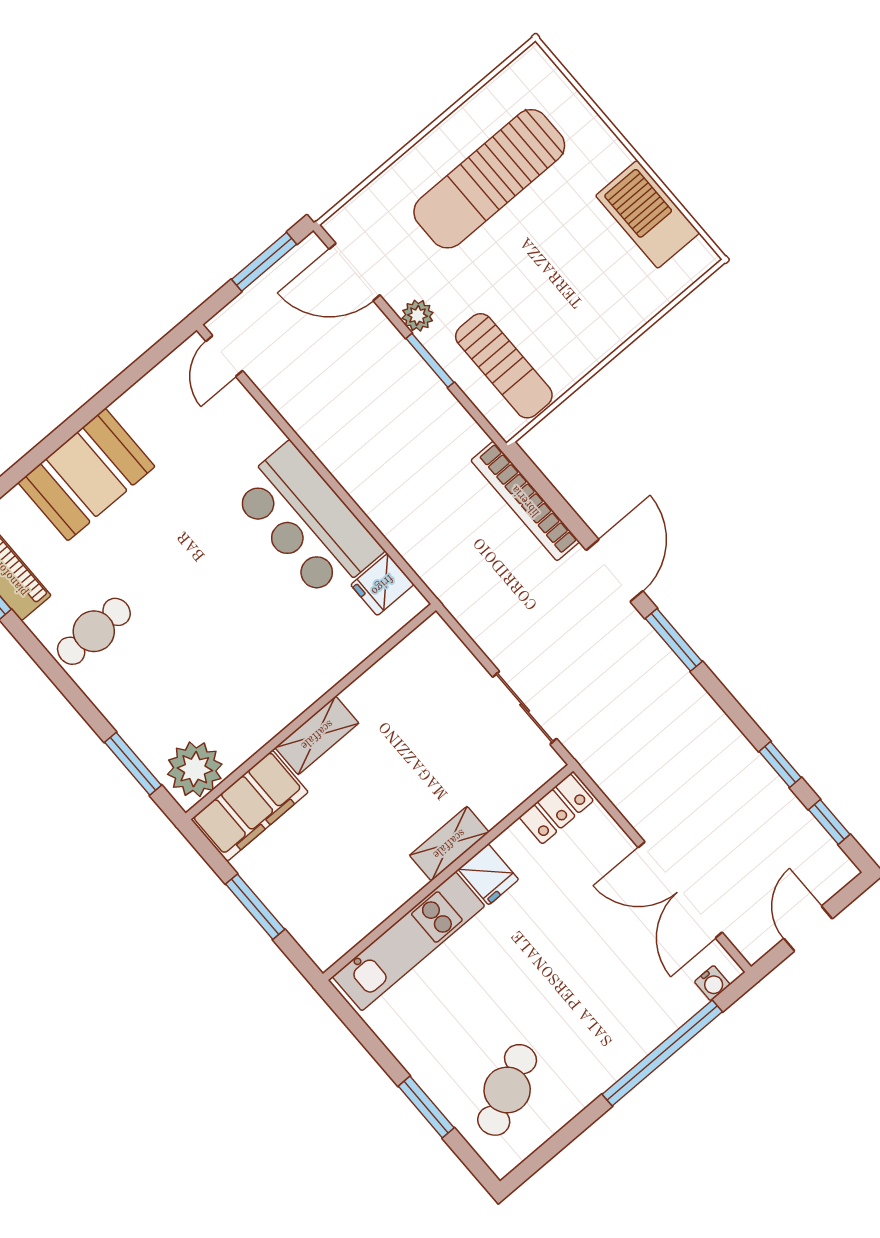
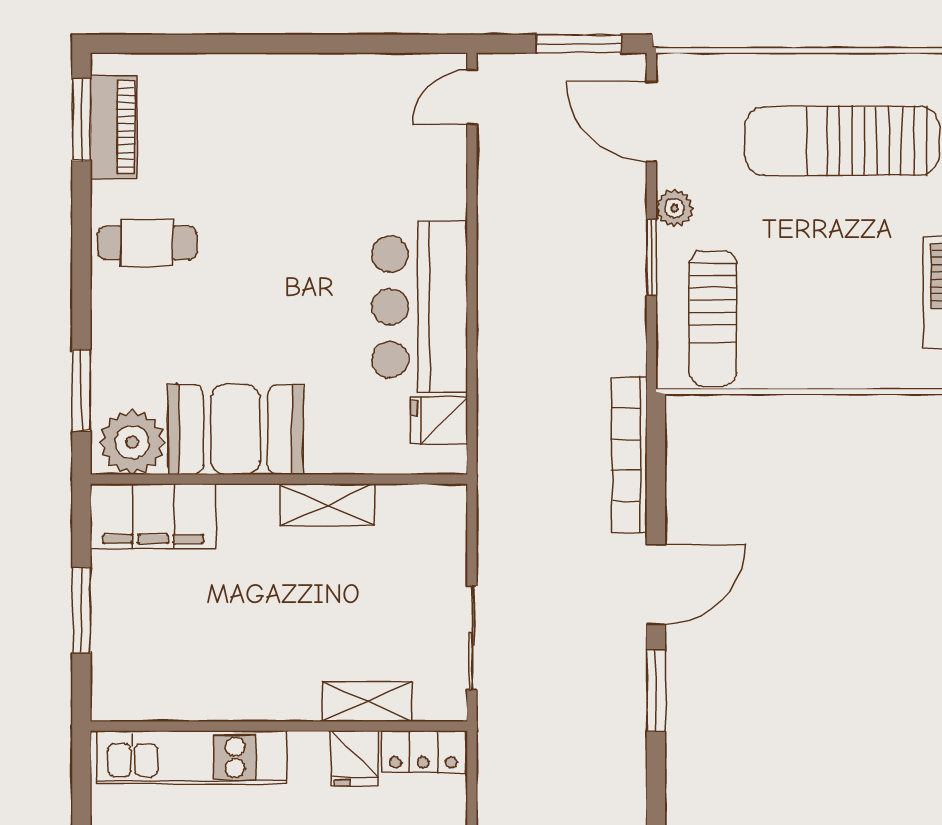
booth: (86, 475) -> (236, 430), moved
shelving: (317, 735) -> (327, 505), moved
shelving: (449, 844) -> (367, 702), moved
fridge: (488, 874) -> (354, 758), moved

